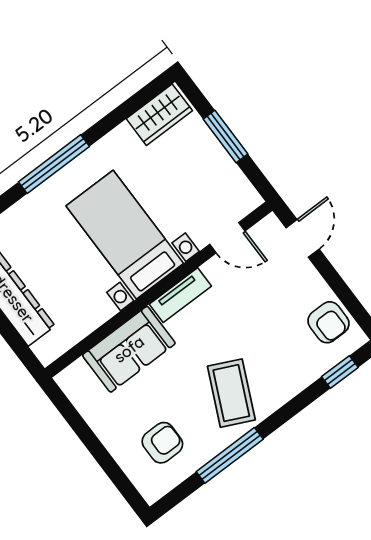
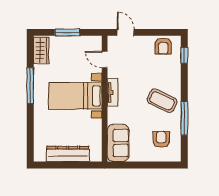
window: (54, 164) -> (30, 86), moved
door: (227, 238) -> (105, 59), swing flipped
armchair: (328, 322) -> (163, 46), turned 90
sofa: (129, 349) -> (118, 143), moved

